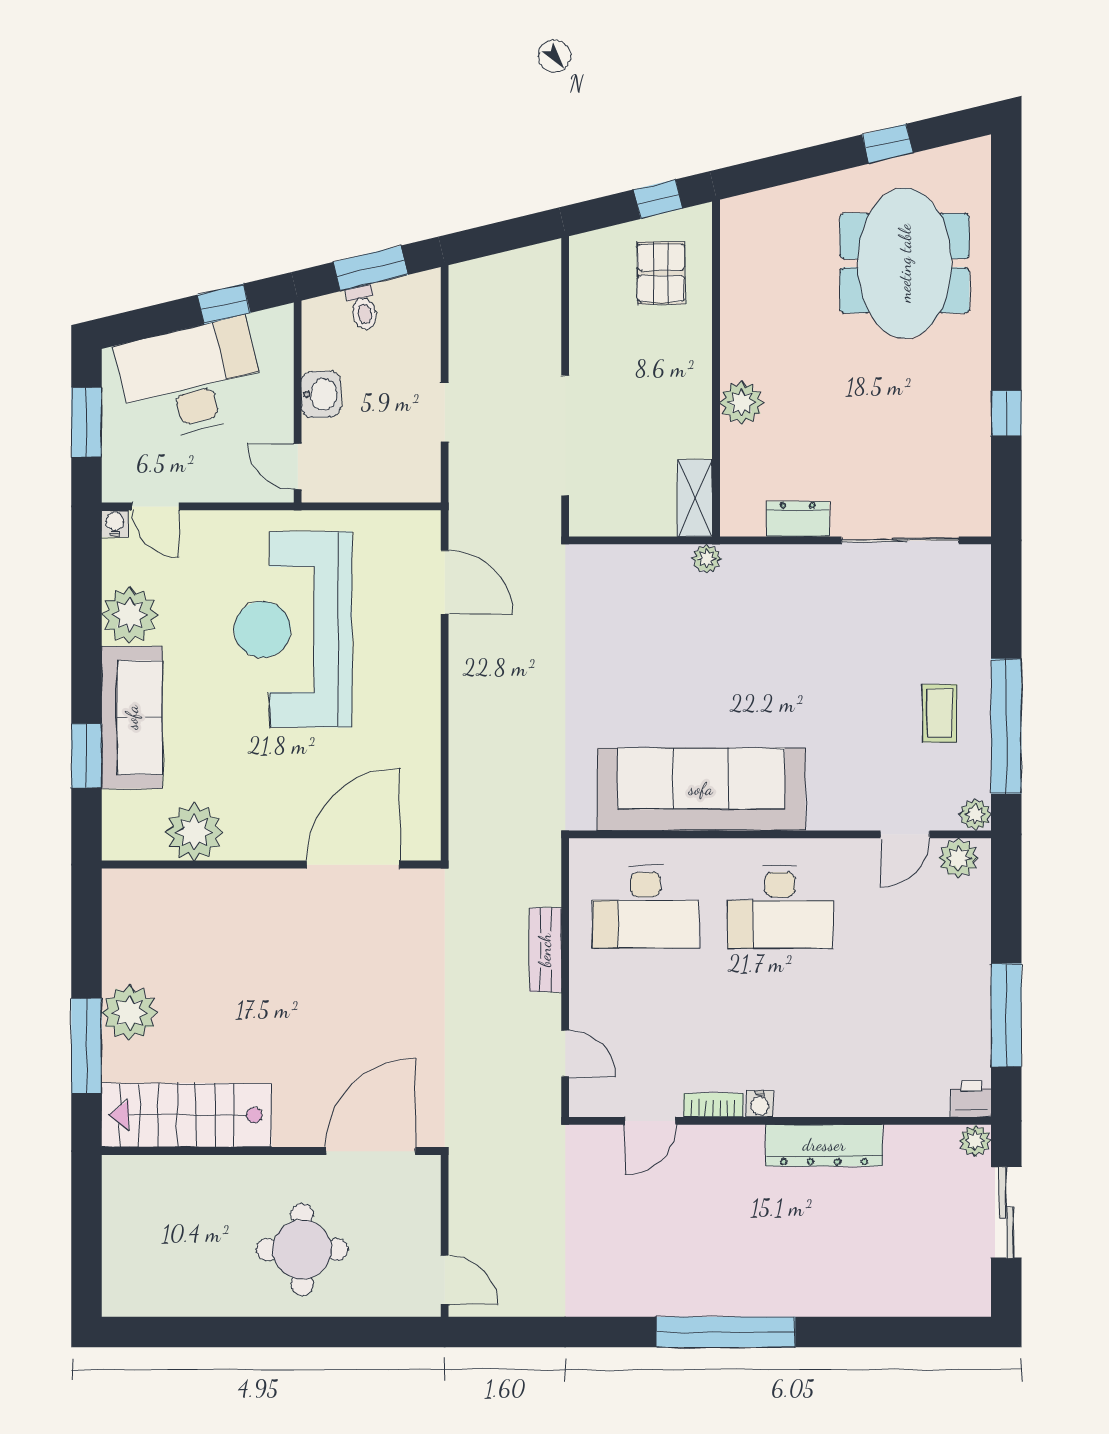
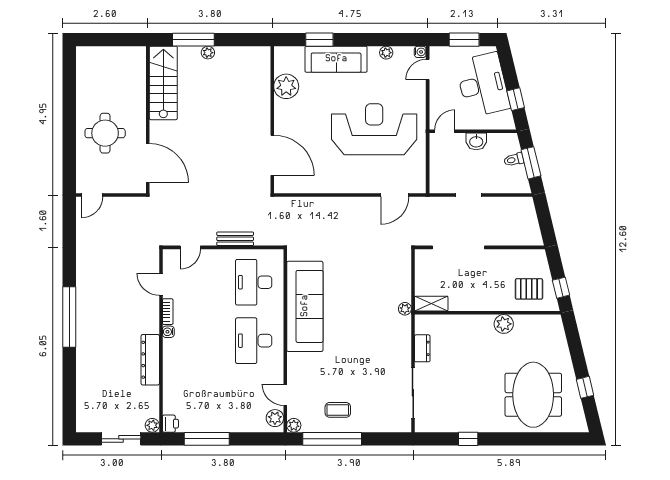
meeting table: (905, 263) -> (533, 395), turned 90
plant: (742, 403) -> (504, 324), moved
plant: (130, 615) -> (386, 53), width x0.53, depth x0.53
plant: (130, 1013) -> (208, 53), width x0.53, depth x0.53

